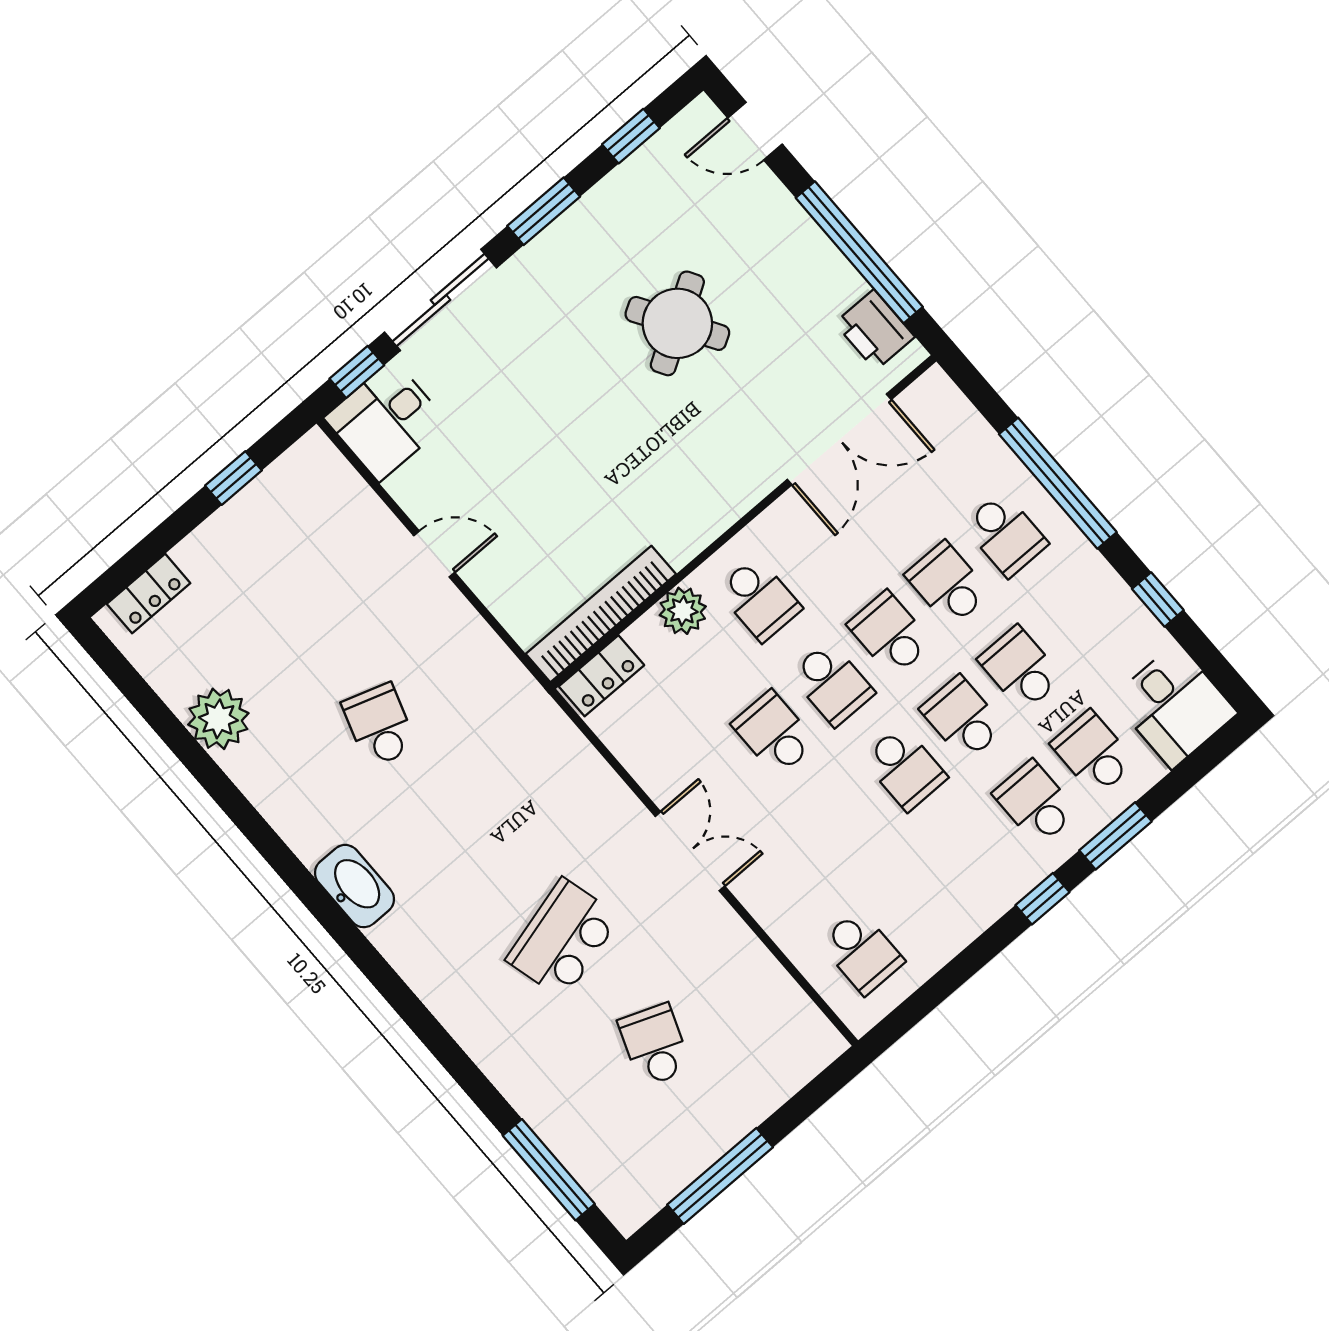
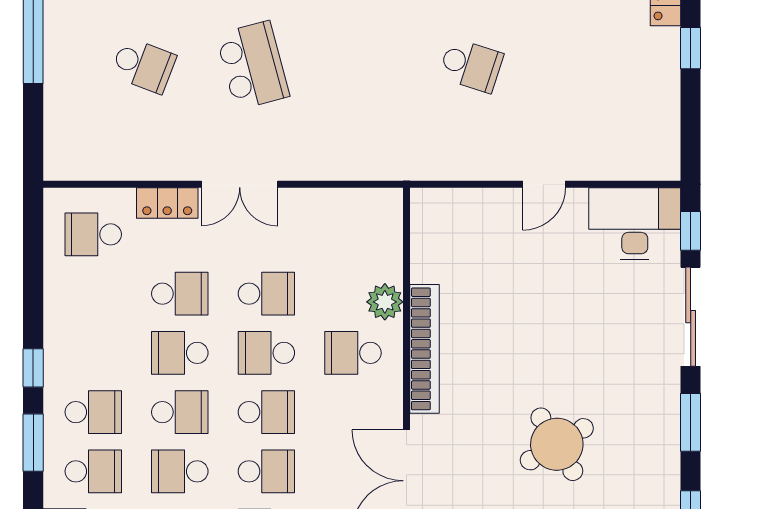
desk: (386, 420) -> (635, 224), width x1.37
window: (233, 478) -> (691, 48), moved
bookcase: (601, 614) -> (424, 349), moved
school desk: (1020, 669) -> (180, 471), turned 180
locker: (602, 676) -> (167, 203), moved, turned -90
school desk: (847, 818) -> (180, 294), added

